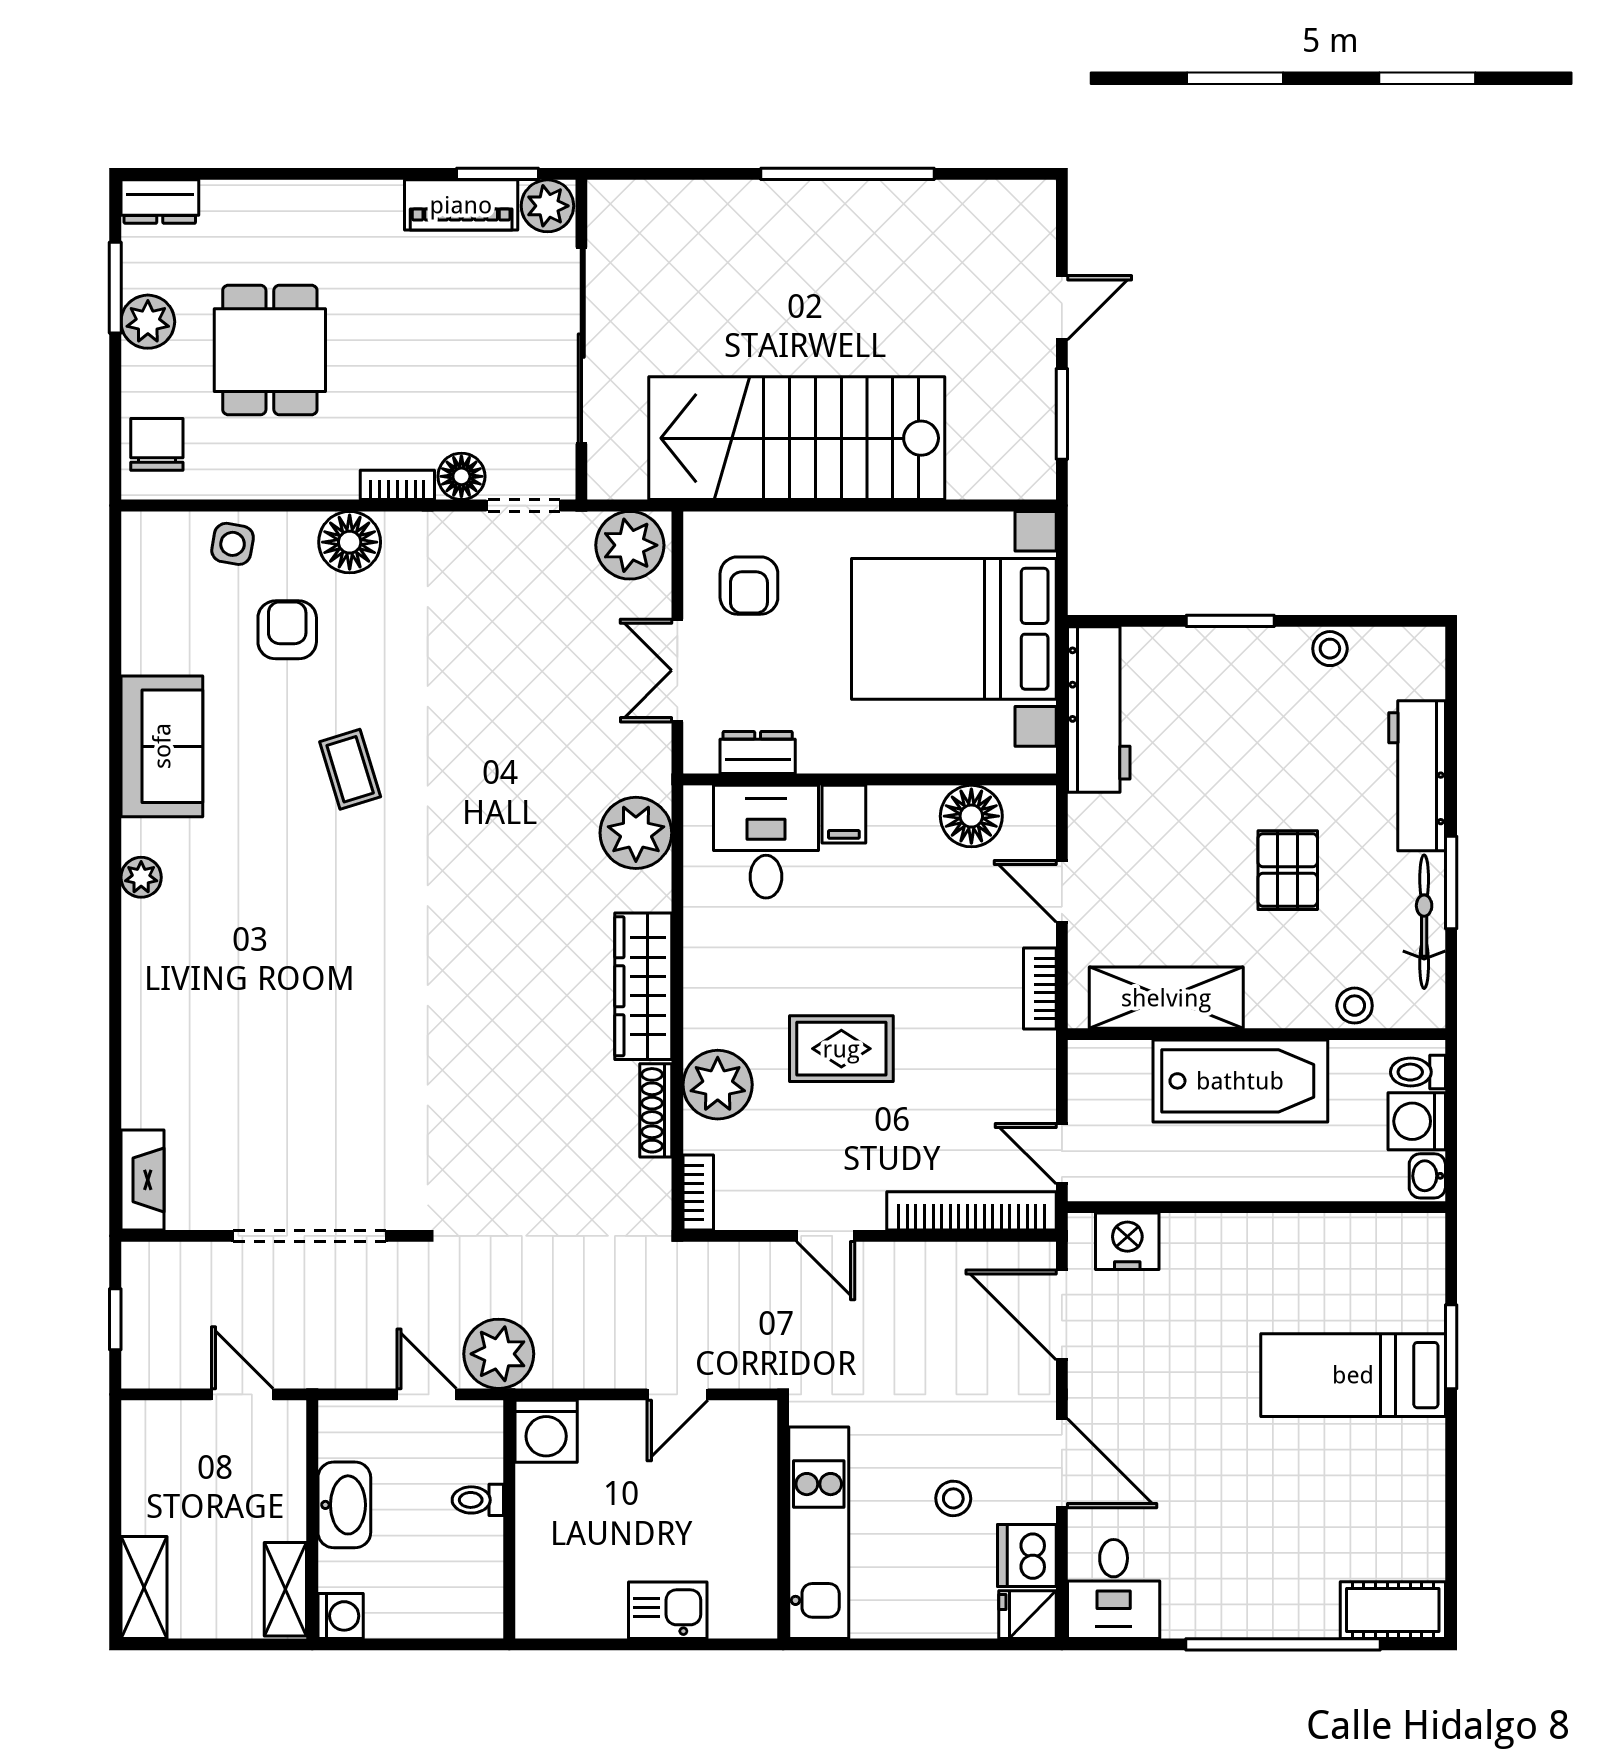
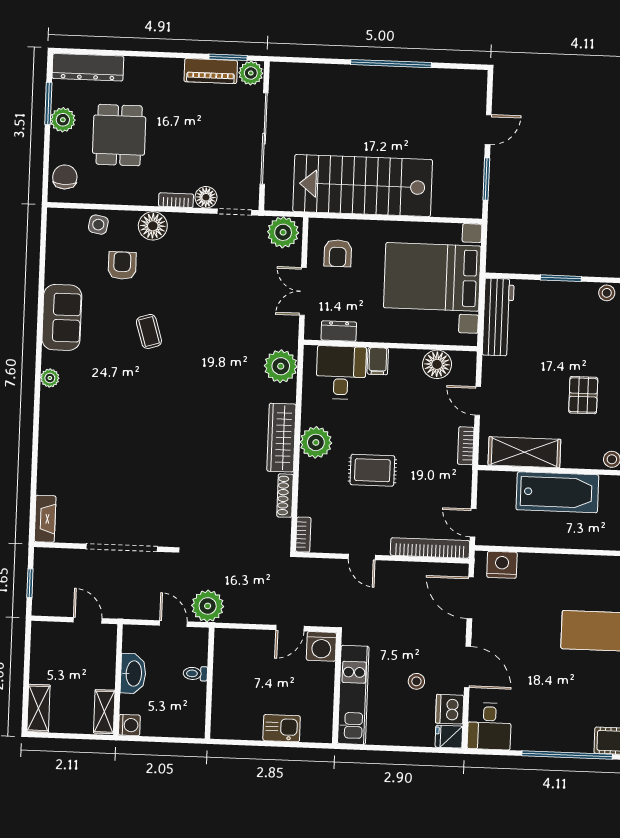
dresser: (160, 202) -> (88, 67), width x1.96, depth x1.24
plant: (718, 1085) -> (316, 442), moved
washing machine: (546, 1431) -> (321, 646), moved

